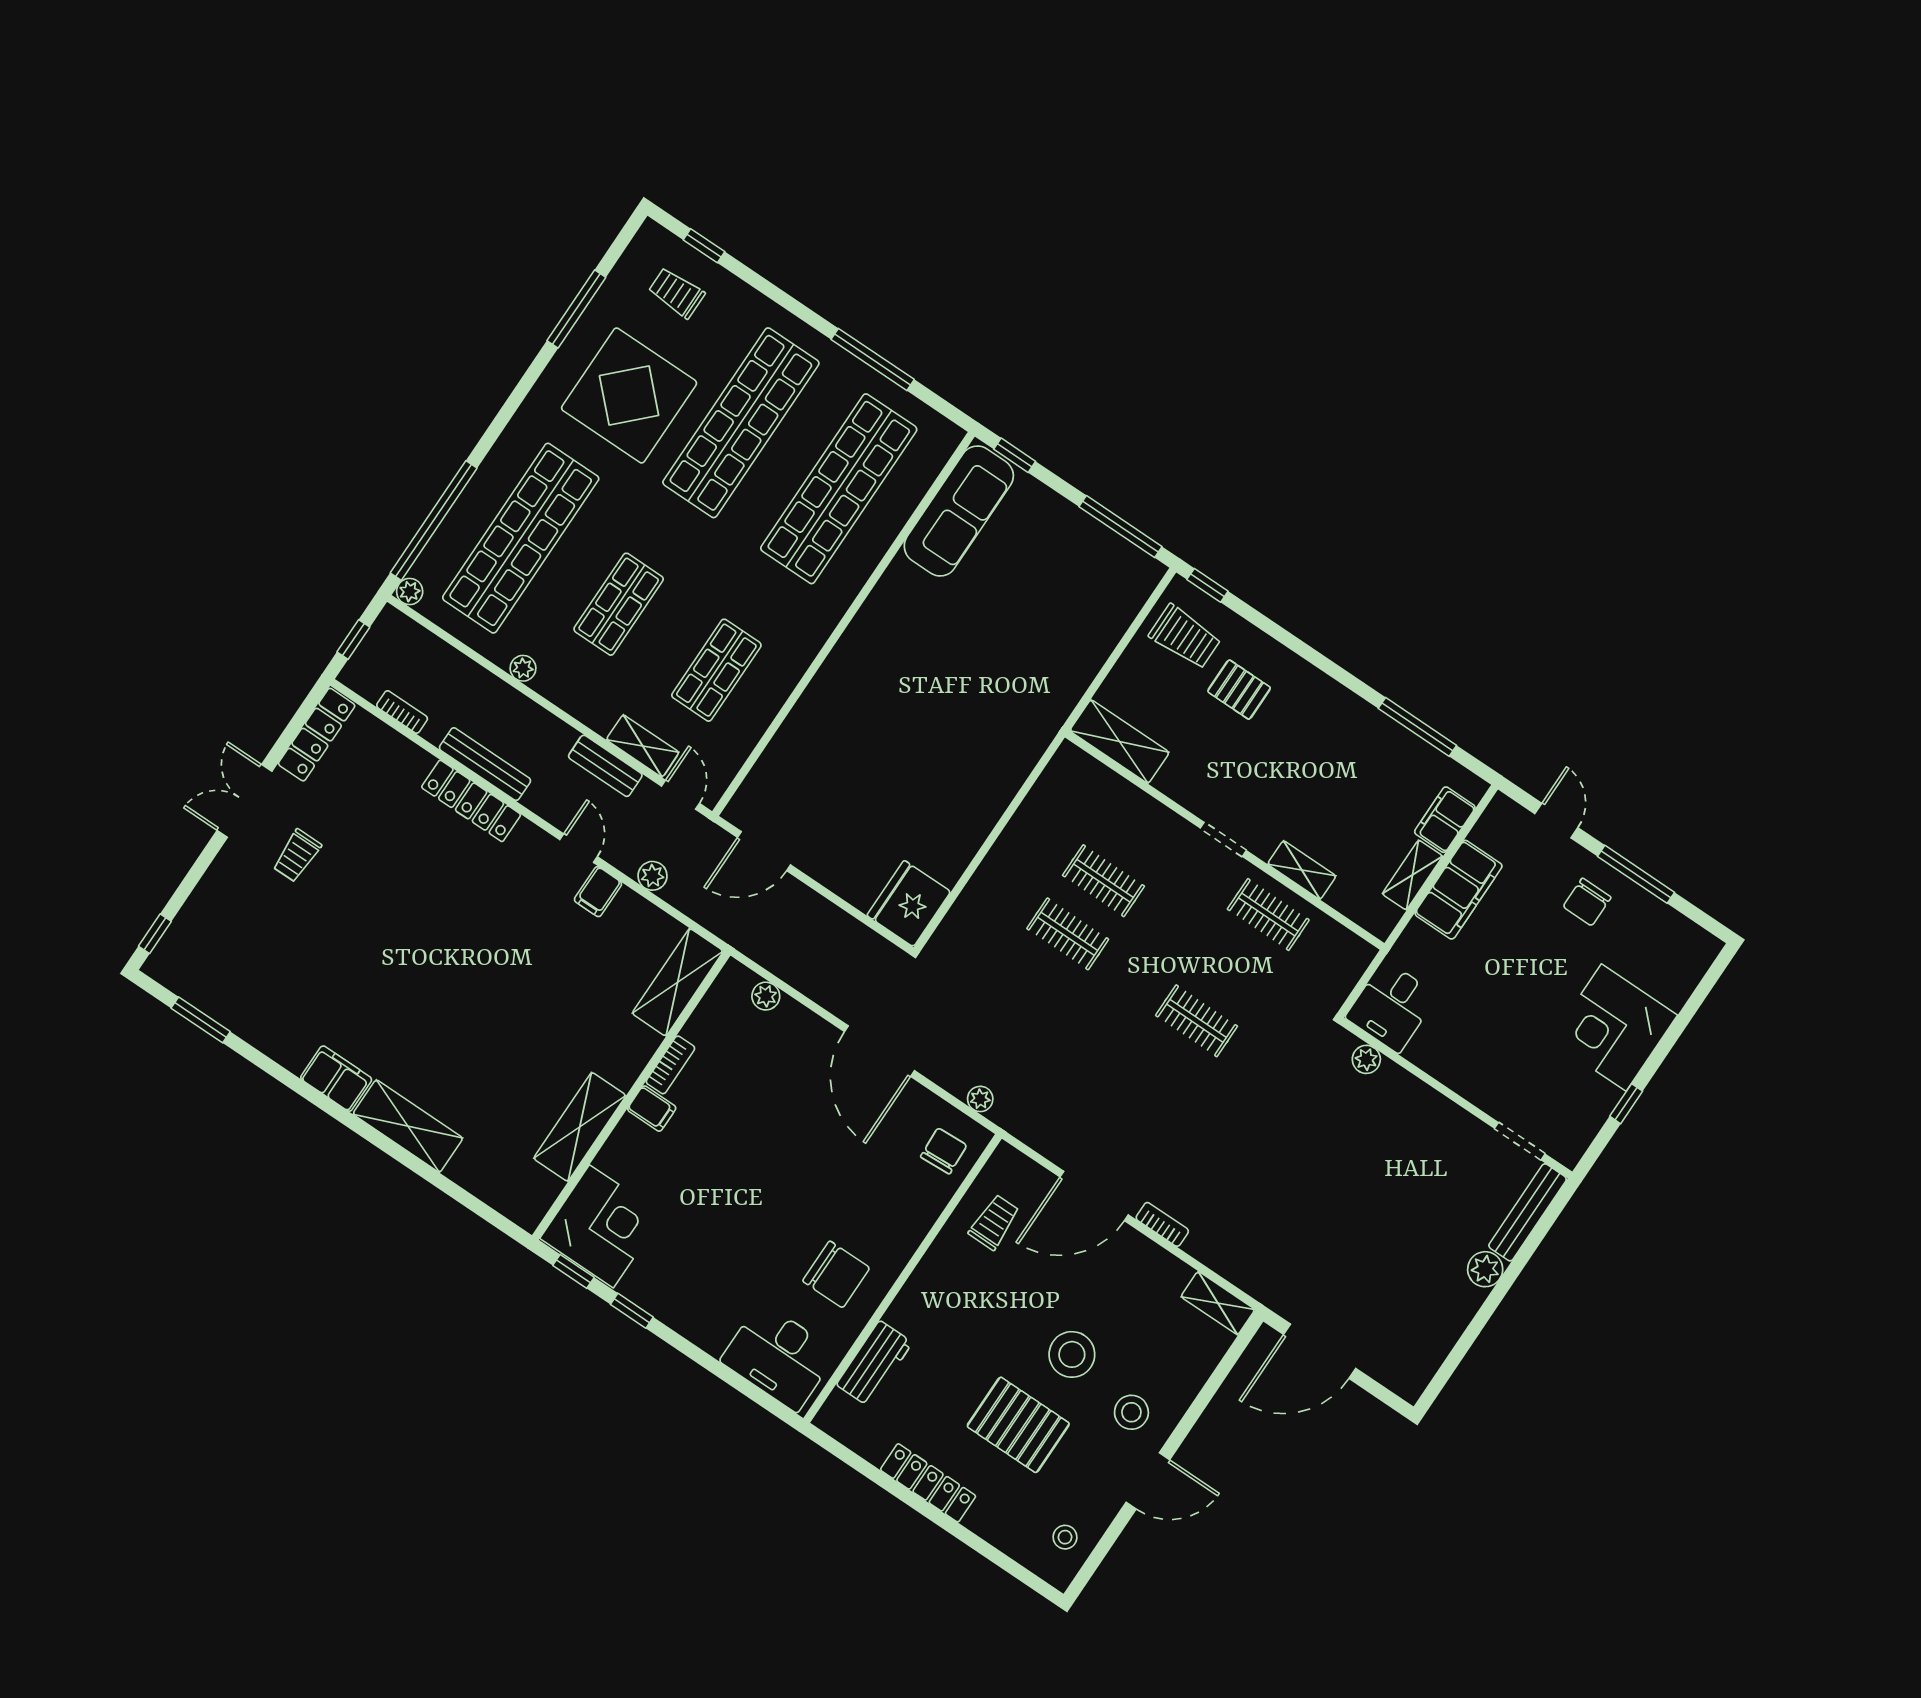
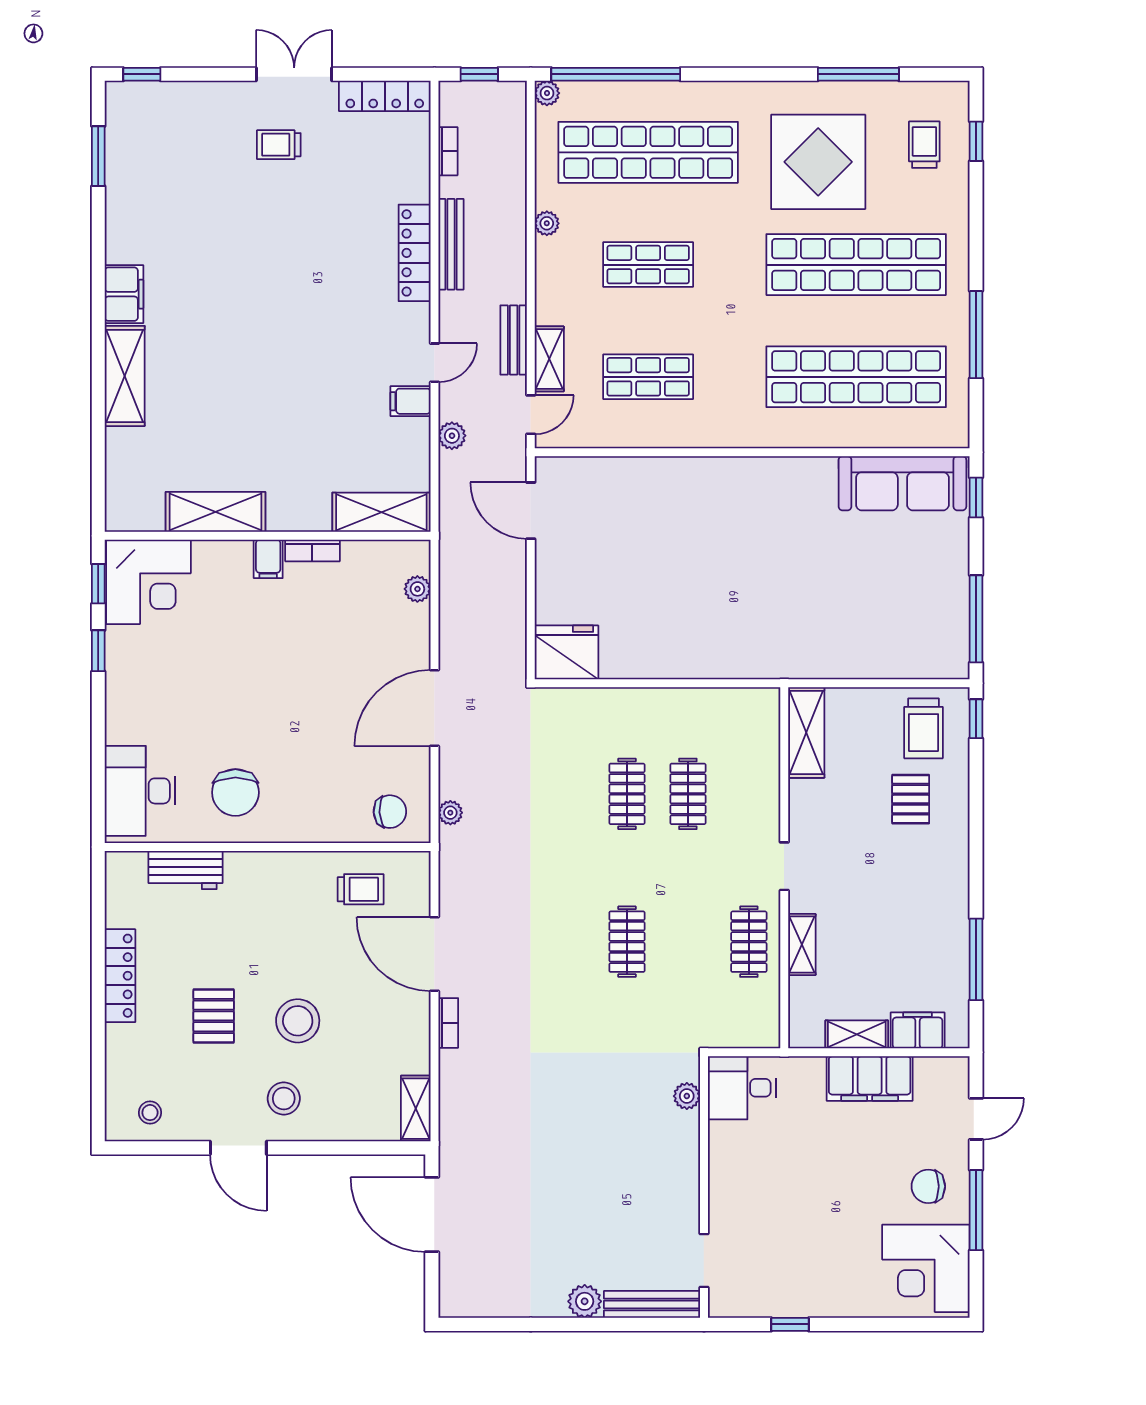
corner desk: (1614, 1028) -> (926, 1268), moved, turned -90
pallet: (1018, 1425) -> (214, 1016), width x0.67, depth x0.71

